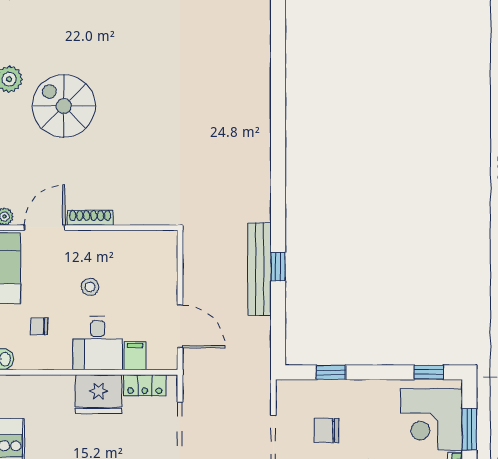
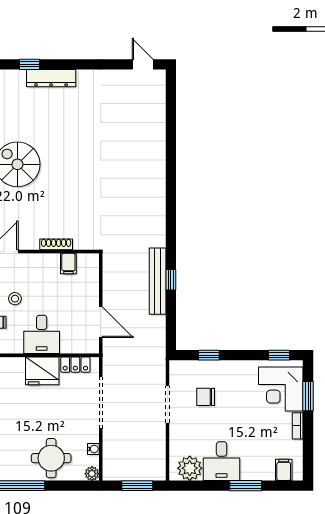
shoe rack: (90, 218) -> (56, 244), moved
stool: (90, 287) -> (15, 299), moved
filing cabinet: (135, 356) -> (68, 263), moved, turned 180

